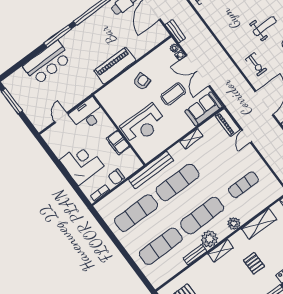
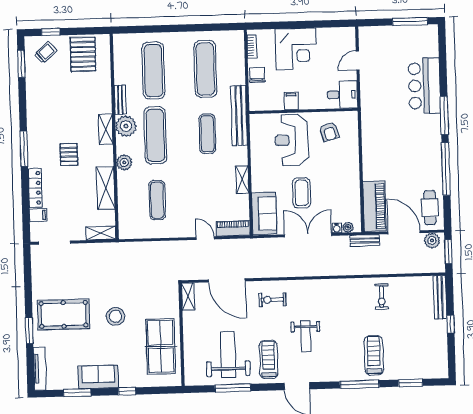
piano: (115, 66) -> (374, 206), moved
armchair: (142, 82) -> (329, 132), moved
desk: (87, 115) -> (342, 95), width x0.73
door: (61, 118) -> (358, 61), swing flipped
filing cabinet: (118, 143) -> (291, 101), width x0.50
exercise mat: (177, 182) -> (207, 134), width x0.73, depth x0.69
pallet: (254, 263) -> (69, 155), turned 90

